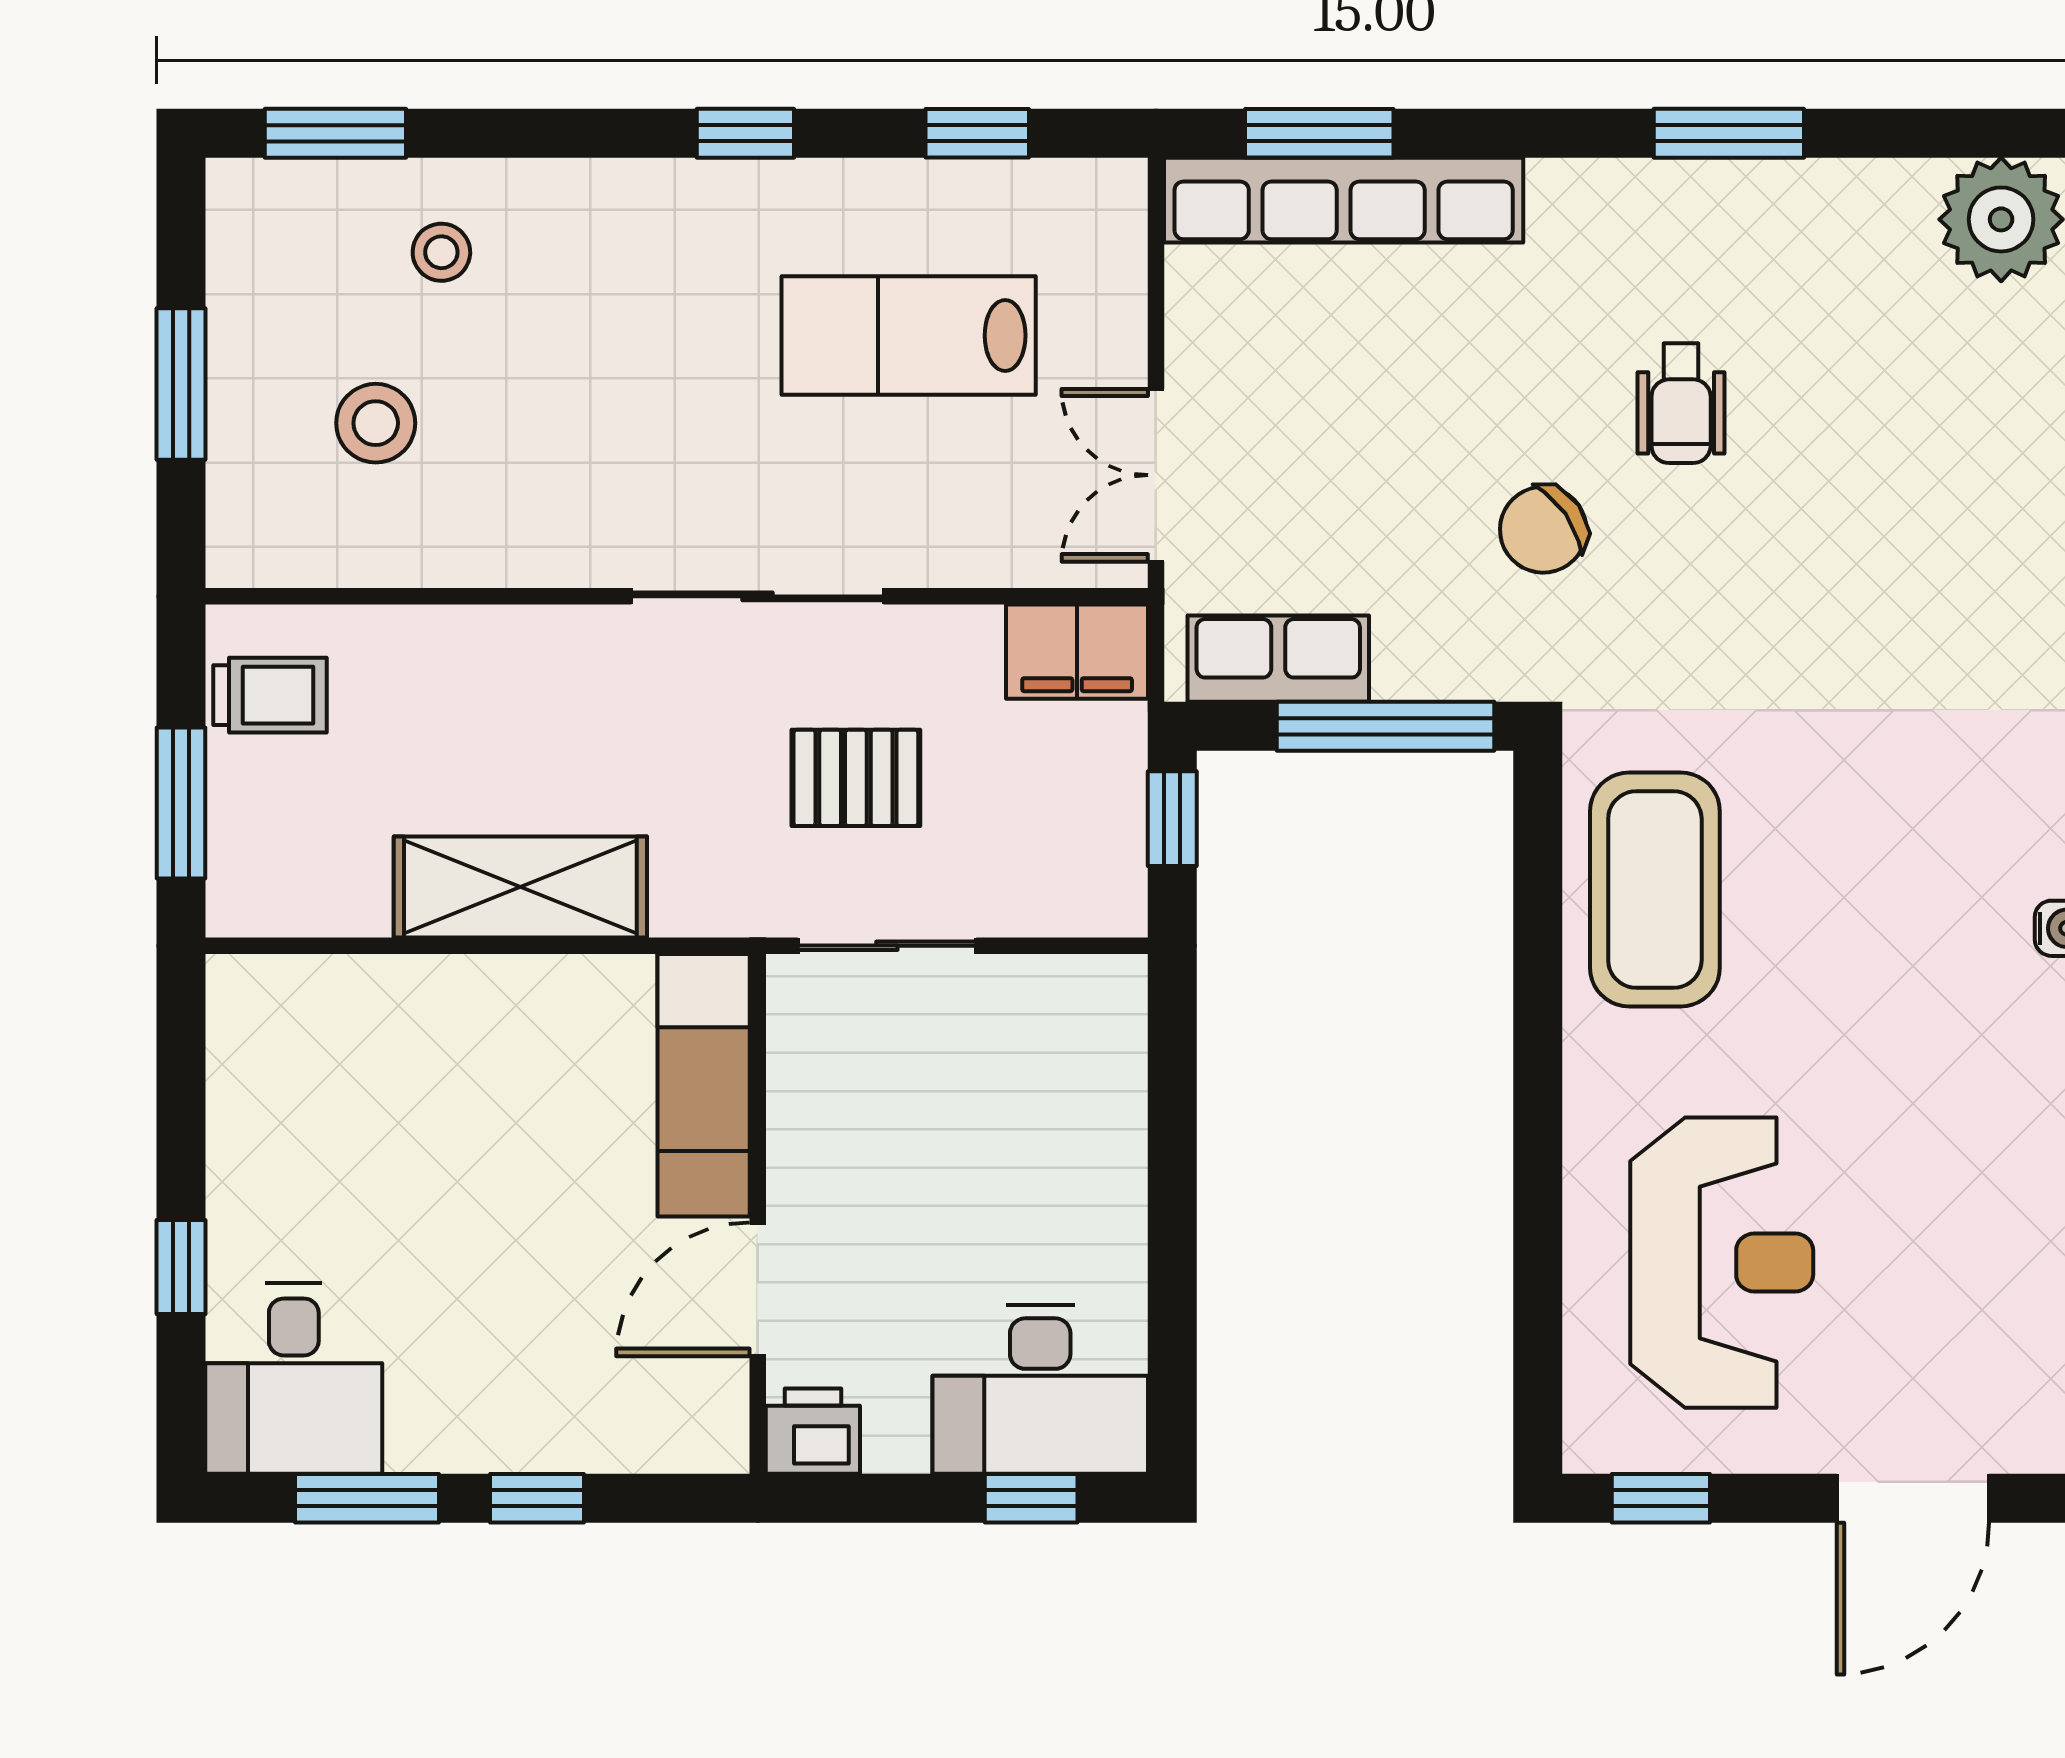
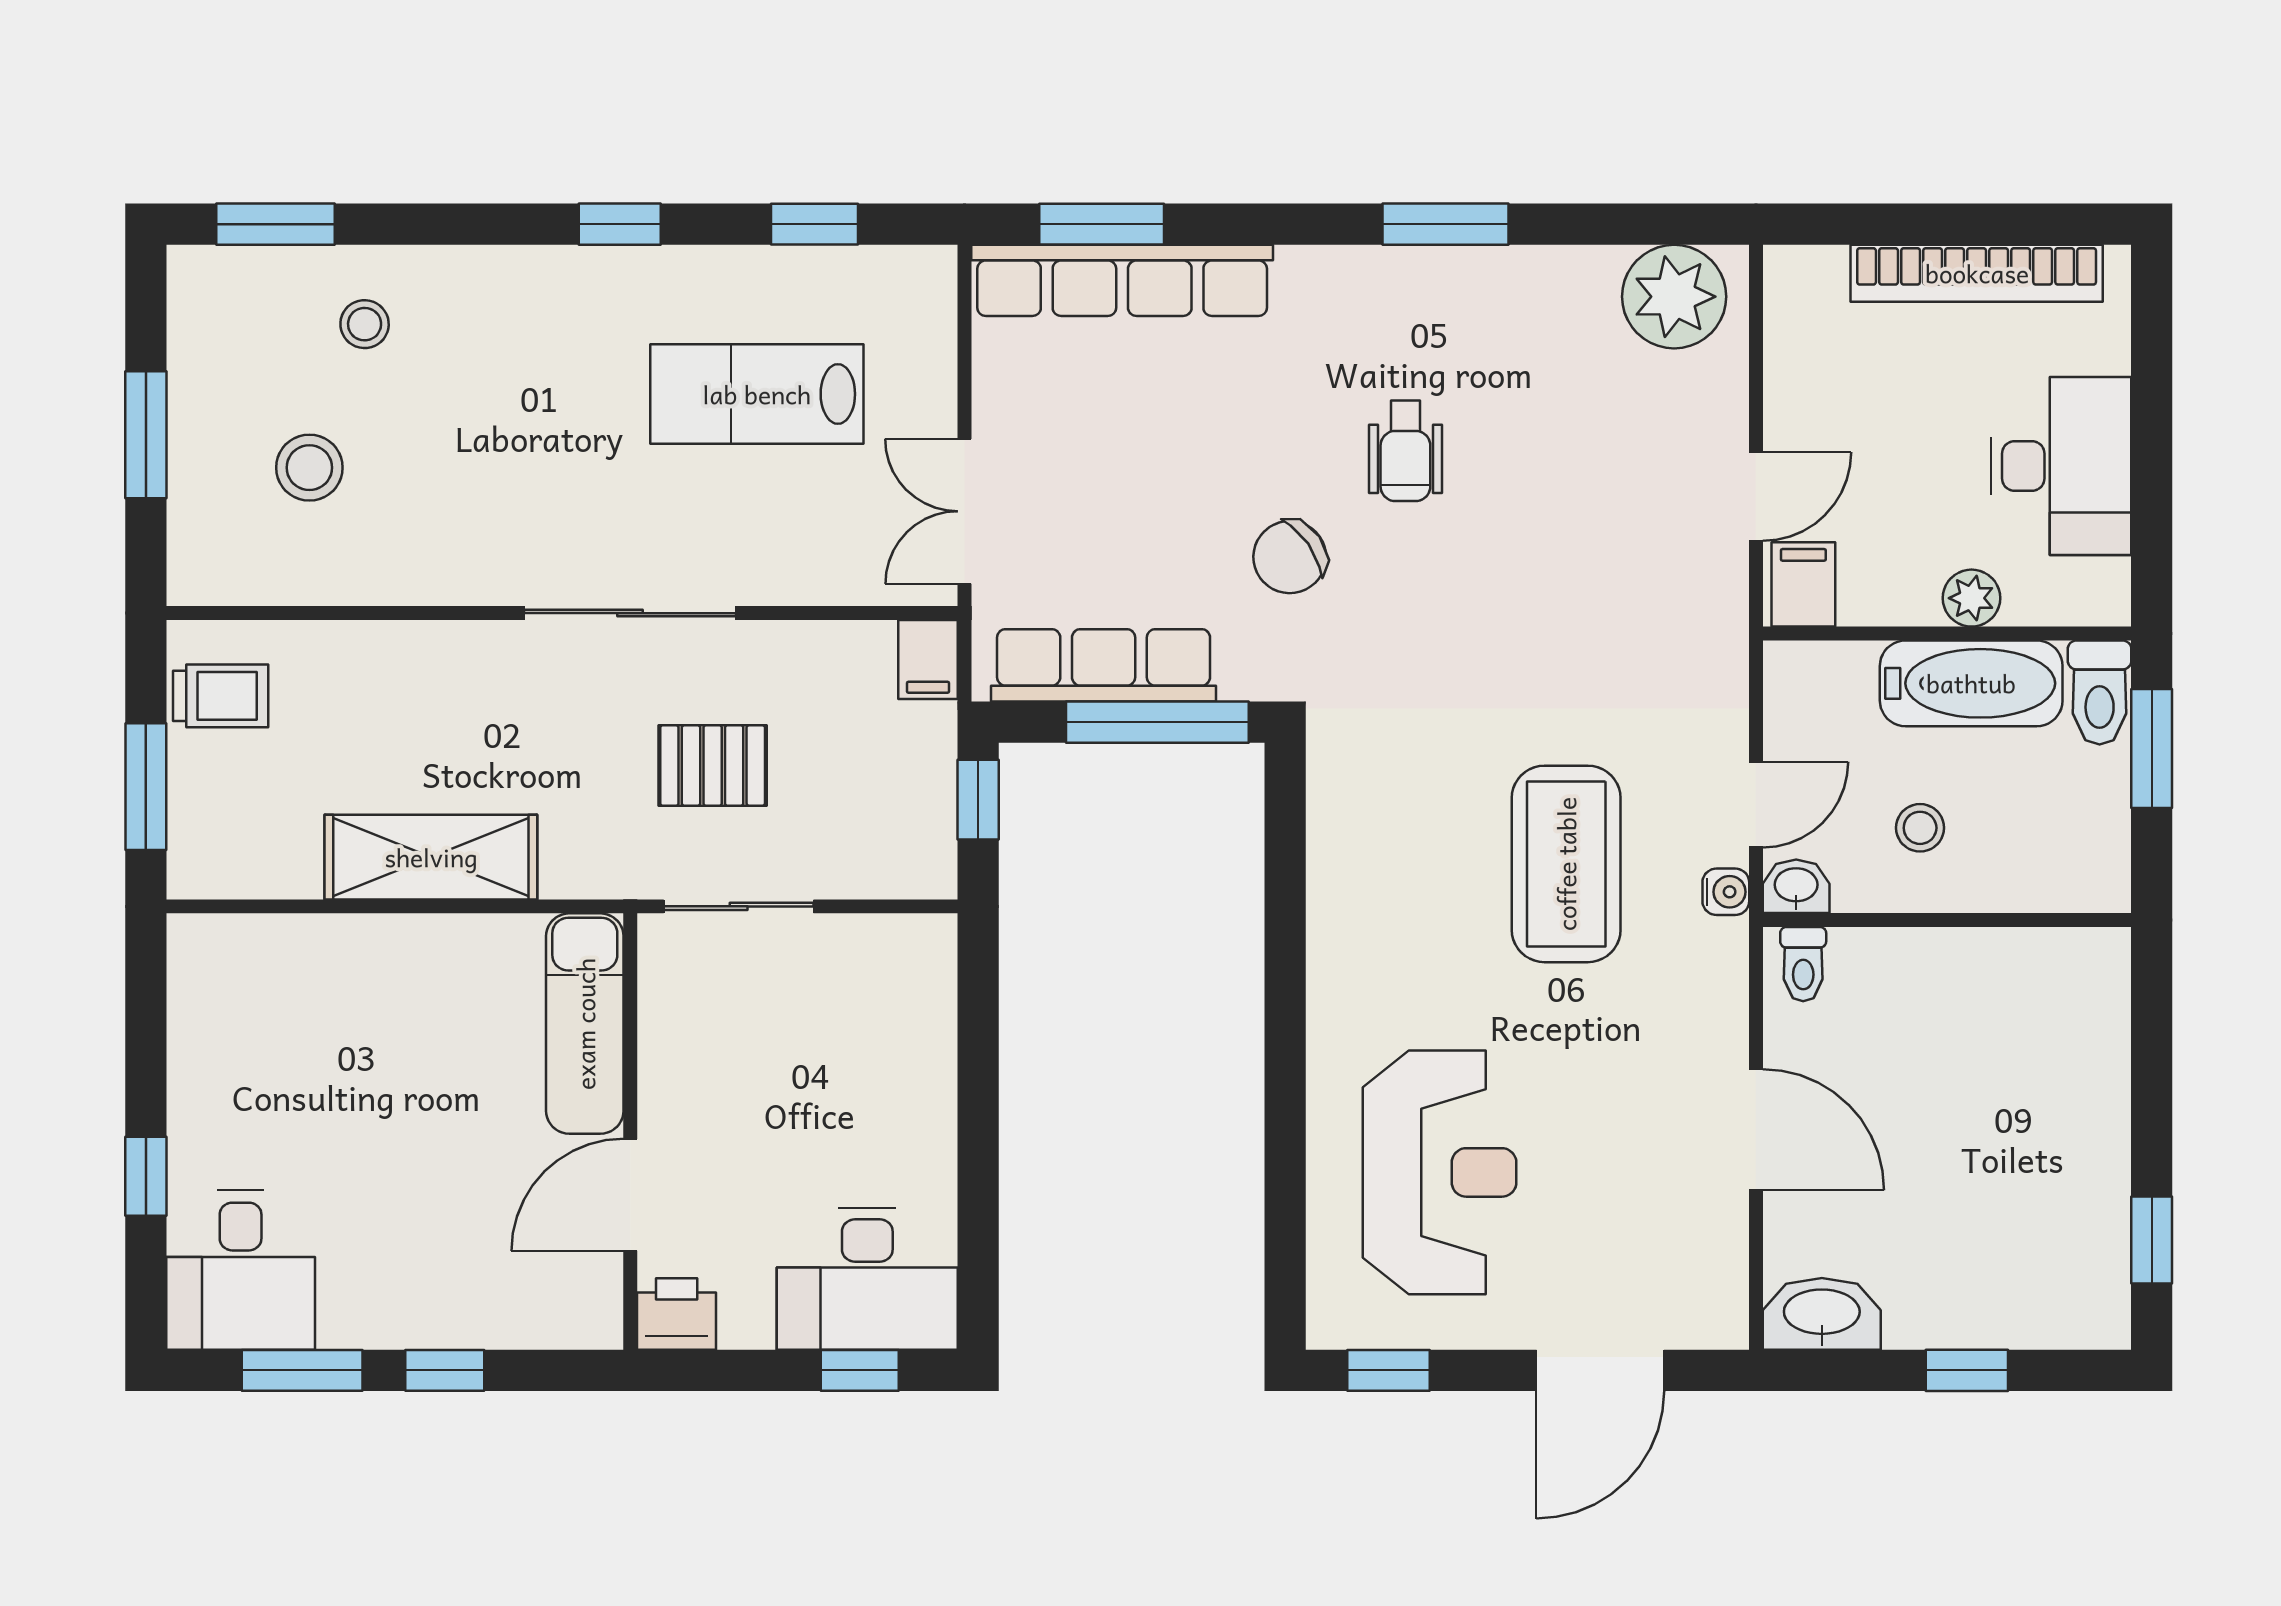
filing cabinet: (1077, 652) -> (928, 660), width x0.50
row of seats: (1278, 659) -> (1104, 665), width x1.48
coffee table: (1655, 889) -> (1566, 864), moved

